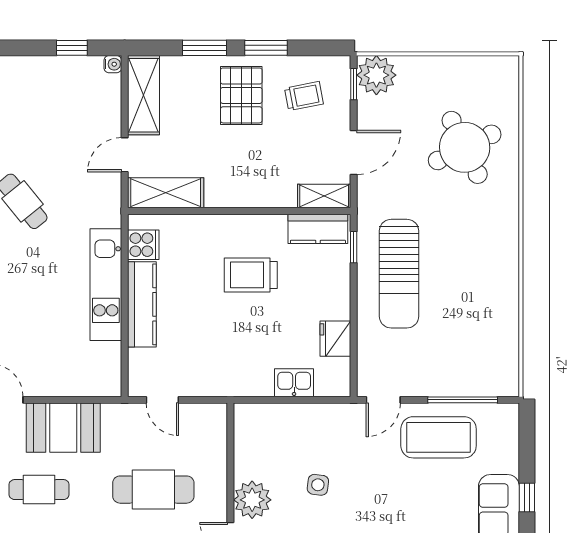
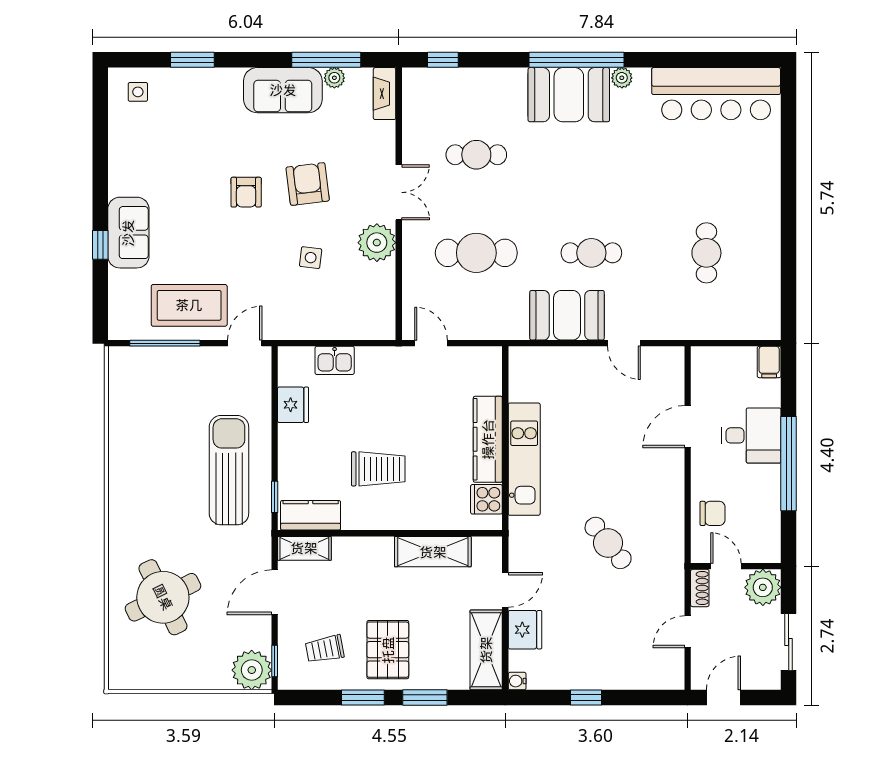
window: (72, 48) -> (586, 697), moved
fridge: (105, 115) -> (525, 630), added
shelving: (166, 193) -> (433, 552), moved
door: (162, 400) -> (431, 343), moved

